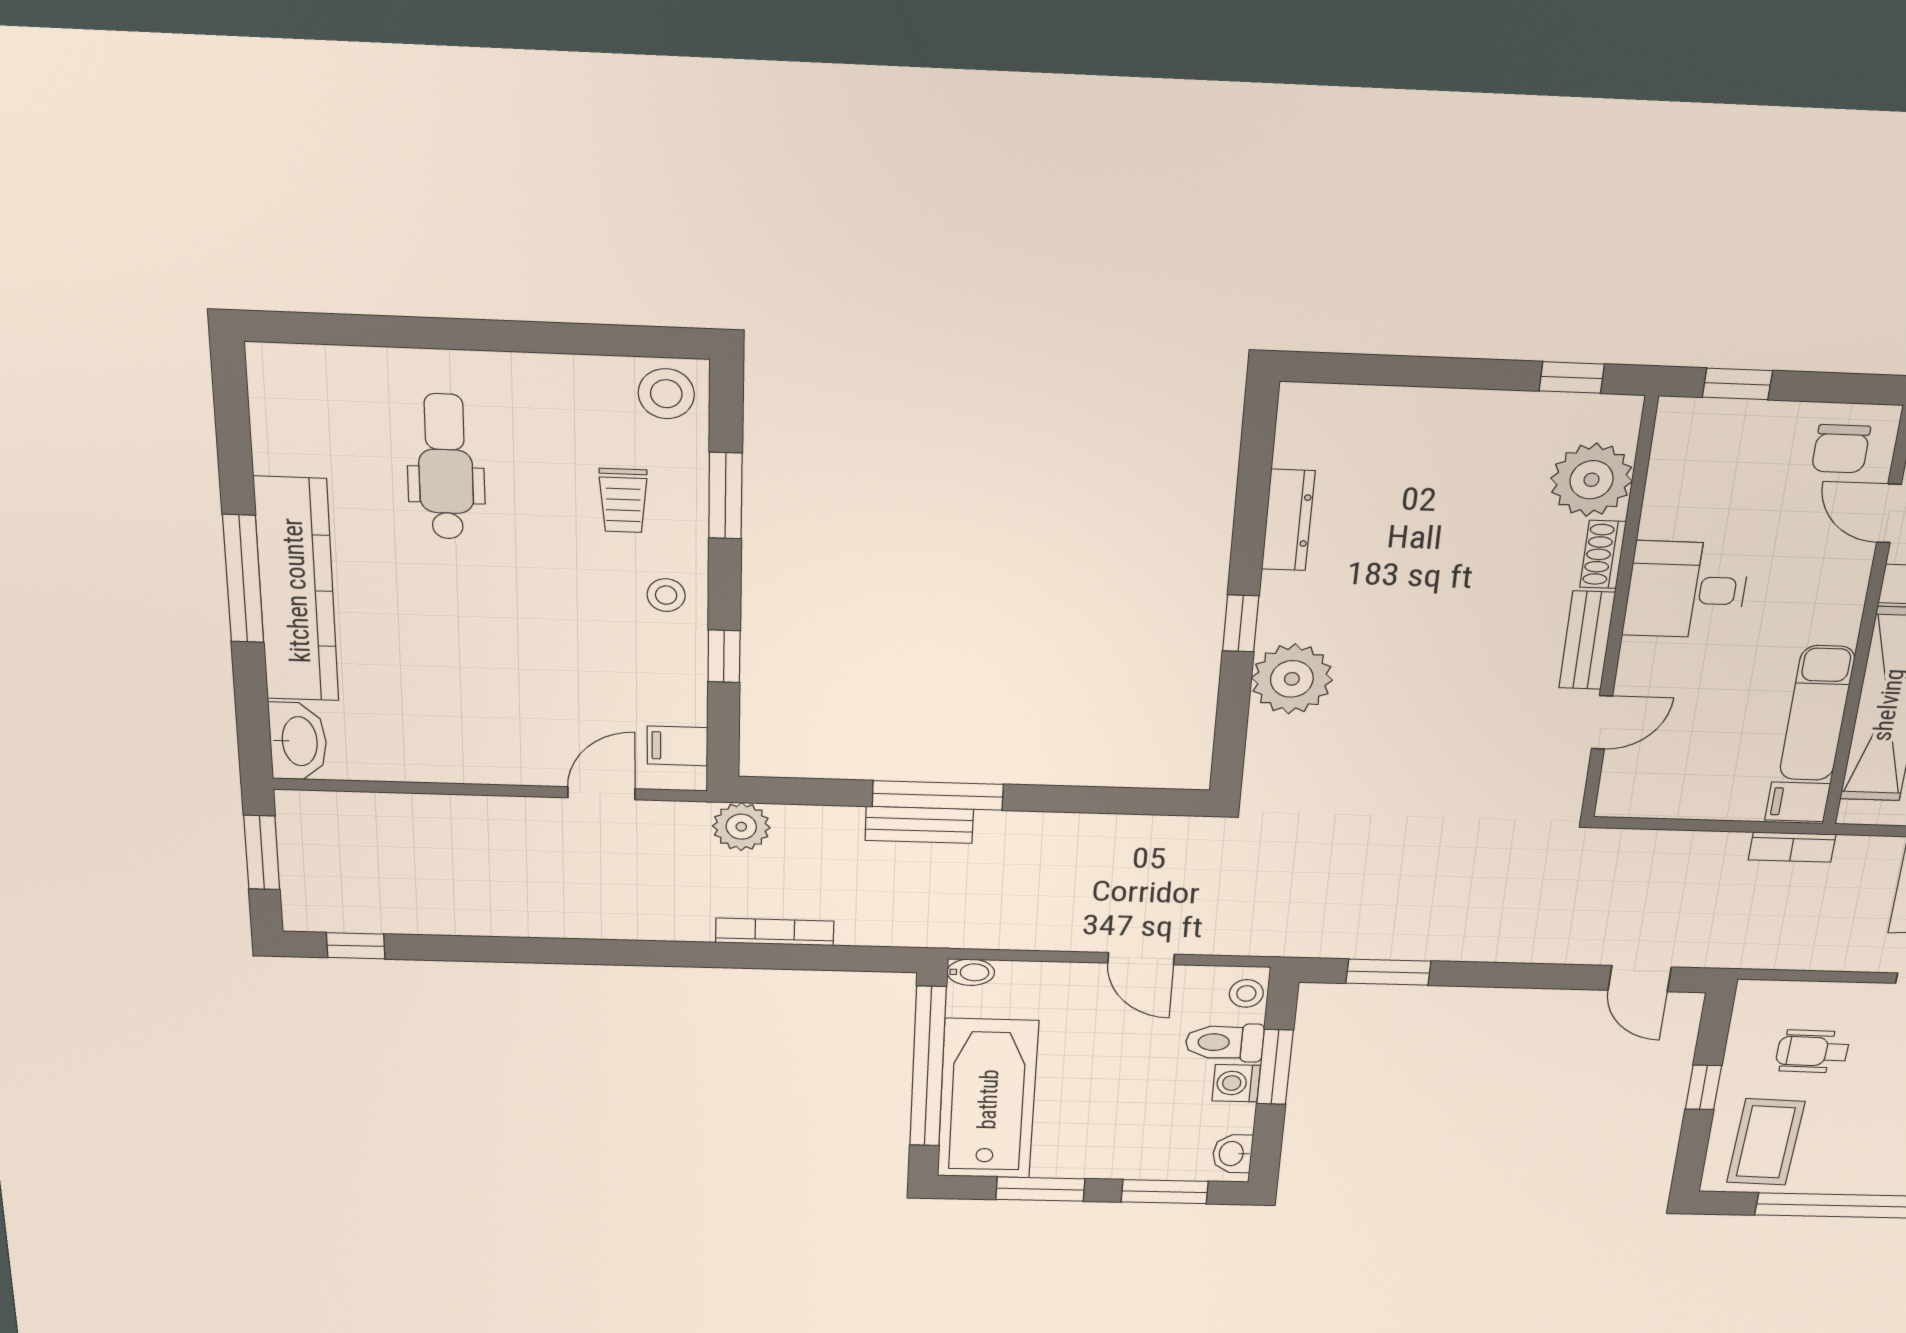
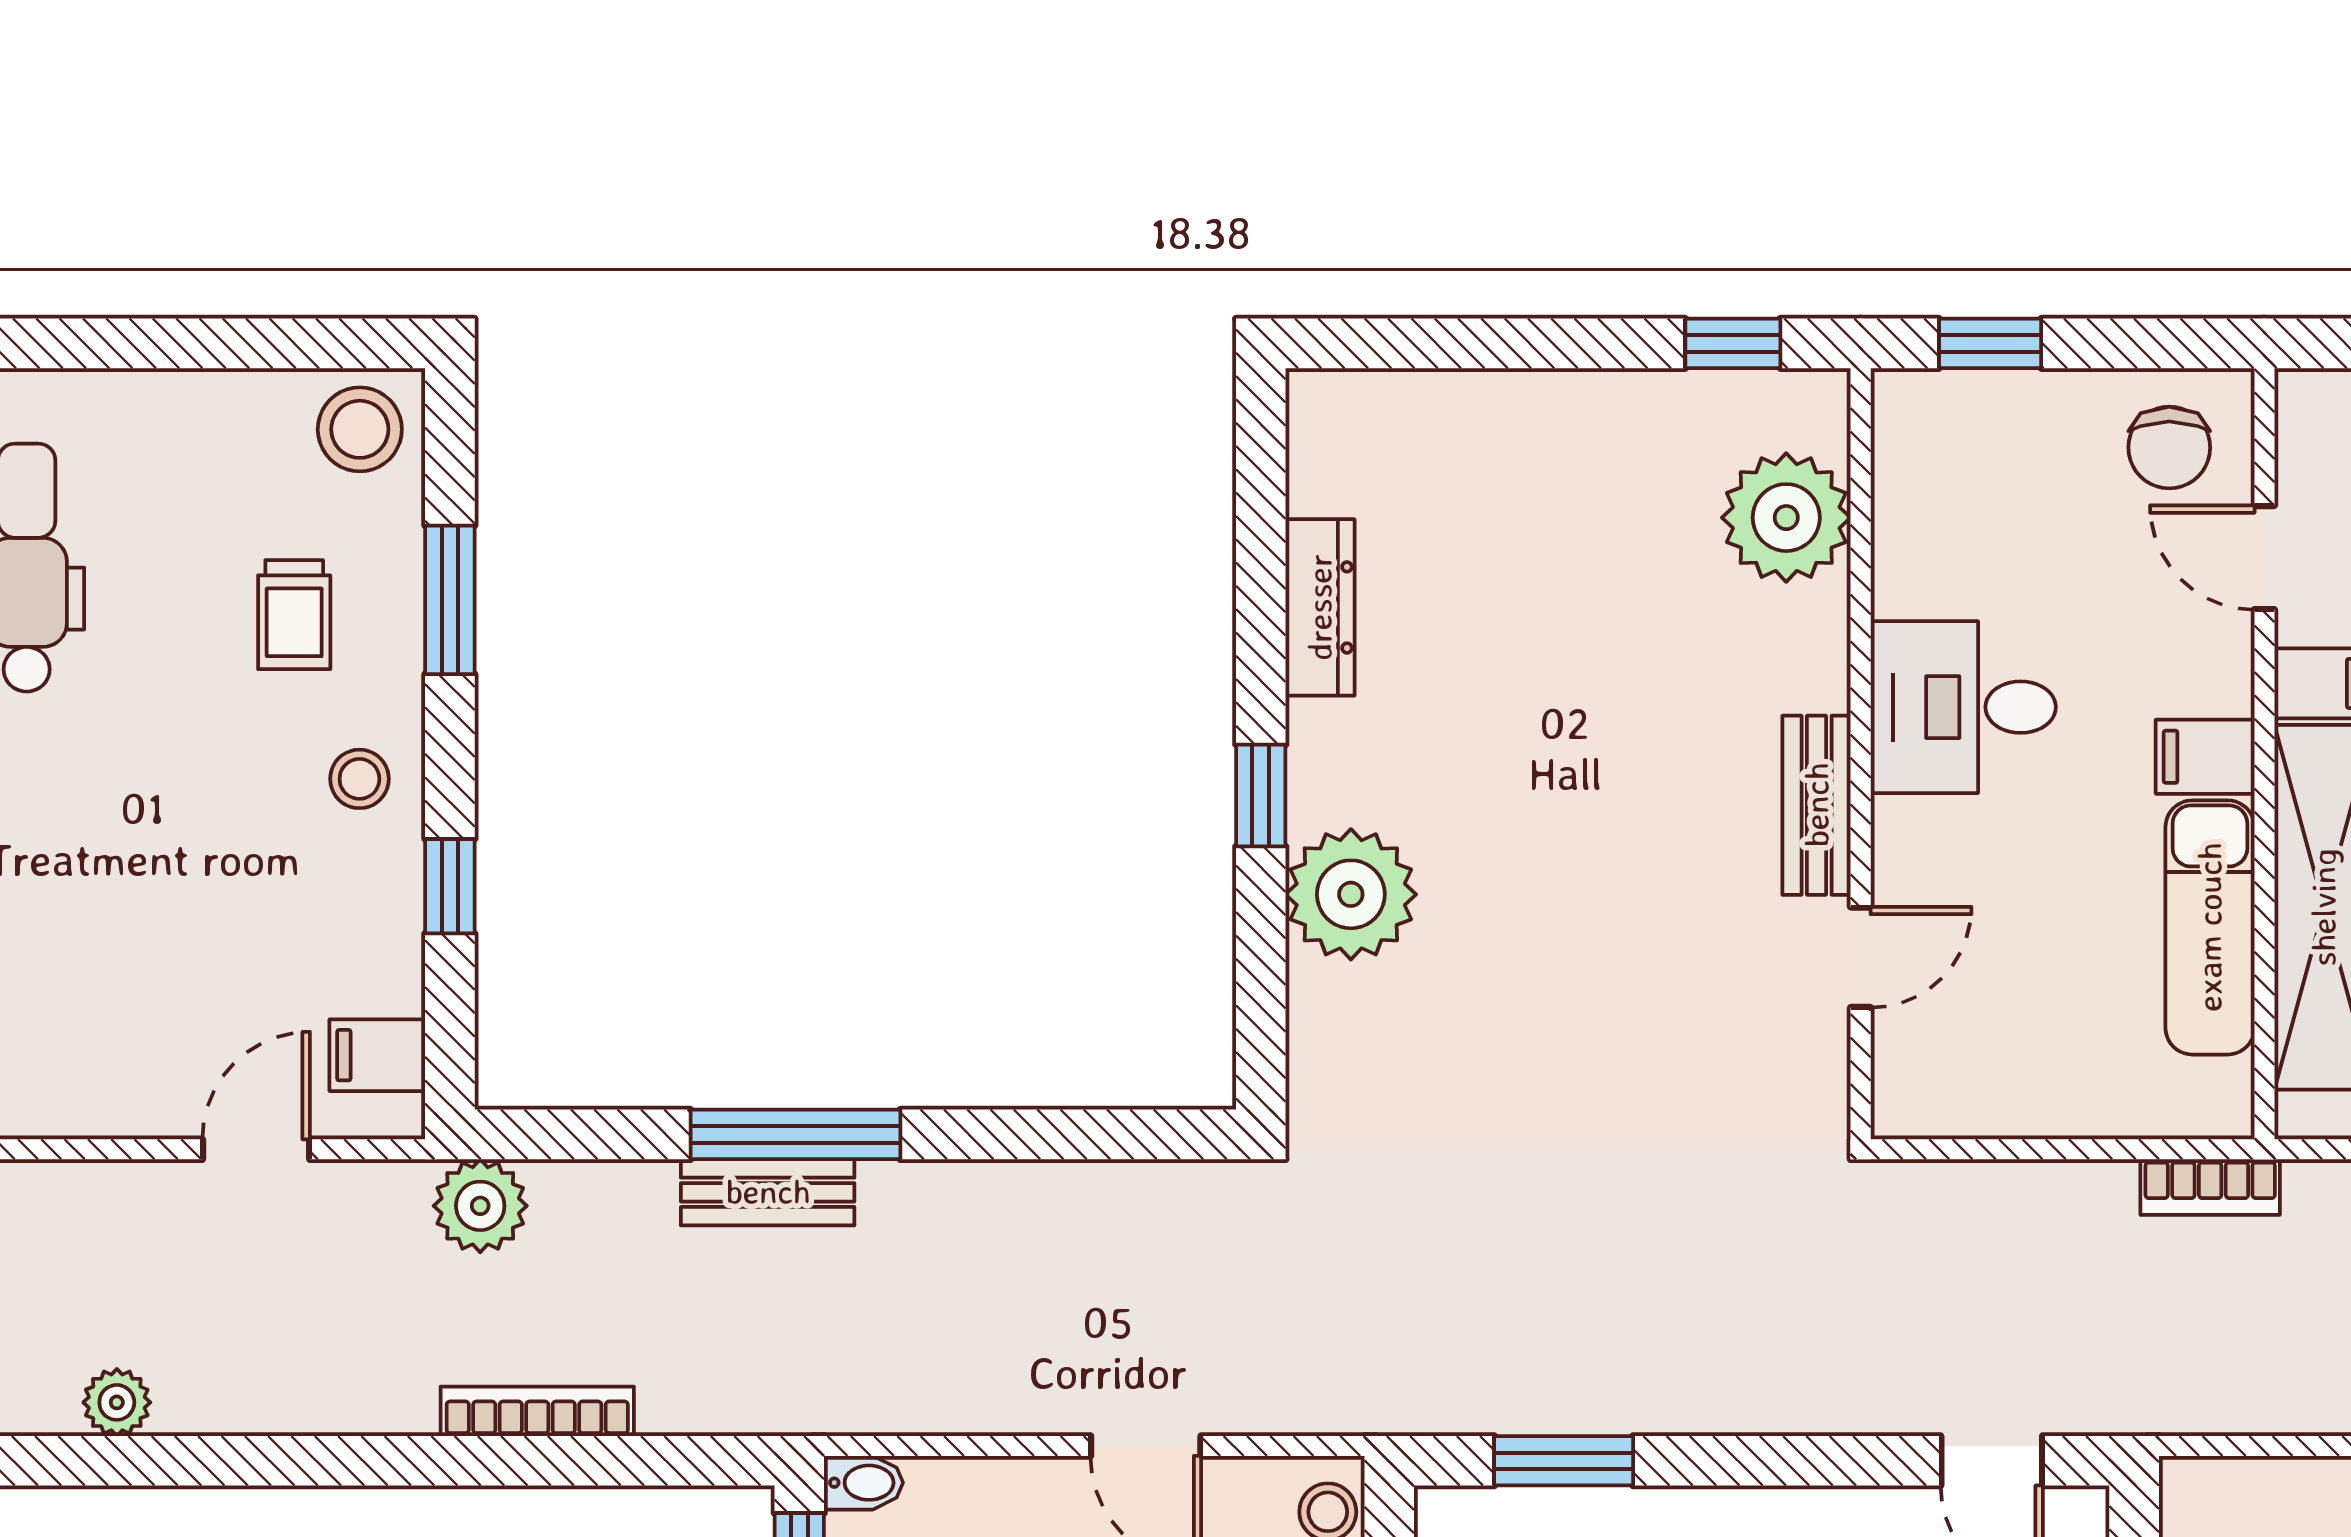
shoe rack: (1603, 555) -> (1821, 649), removed
filing cabinet: (1798, 802) -> (2205, 757), moved
plant: (517, 921) -> (117, 1402), added

